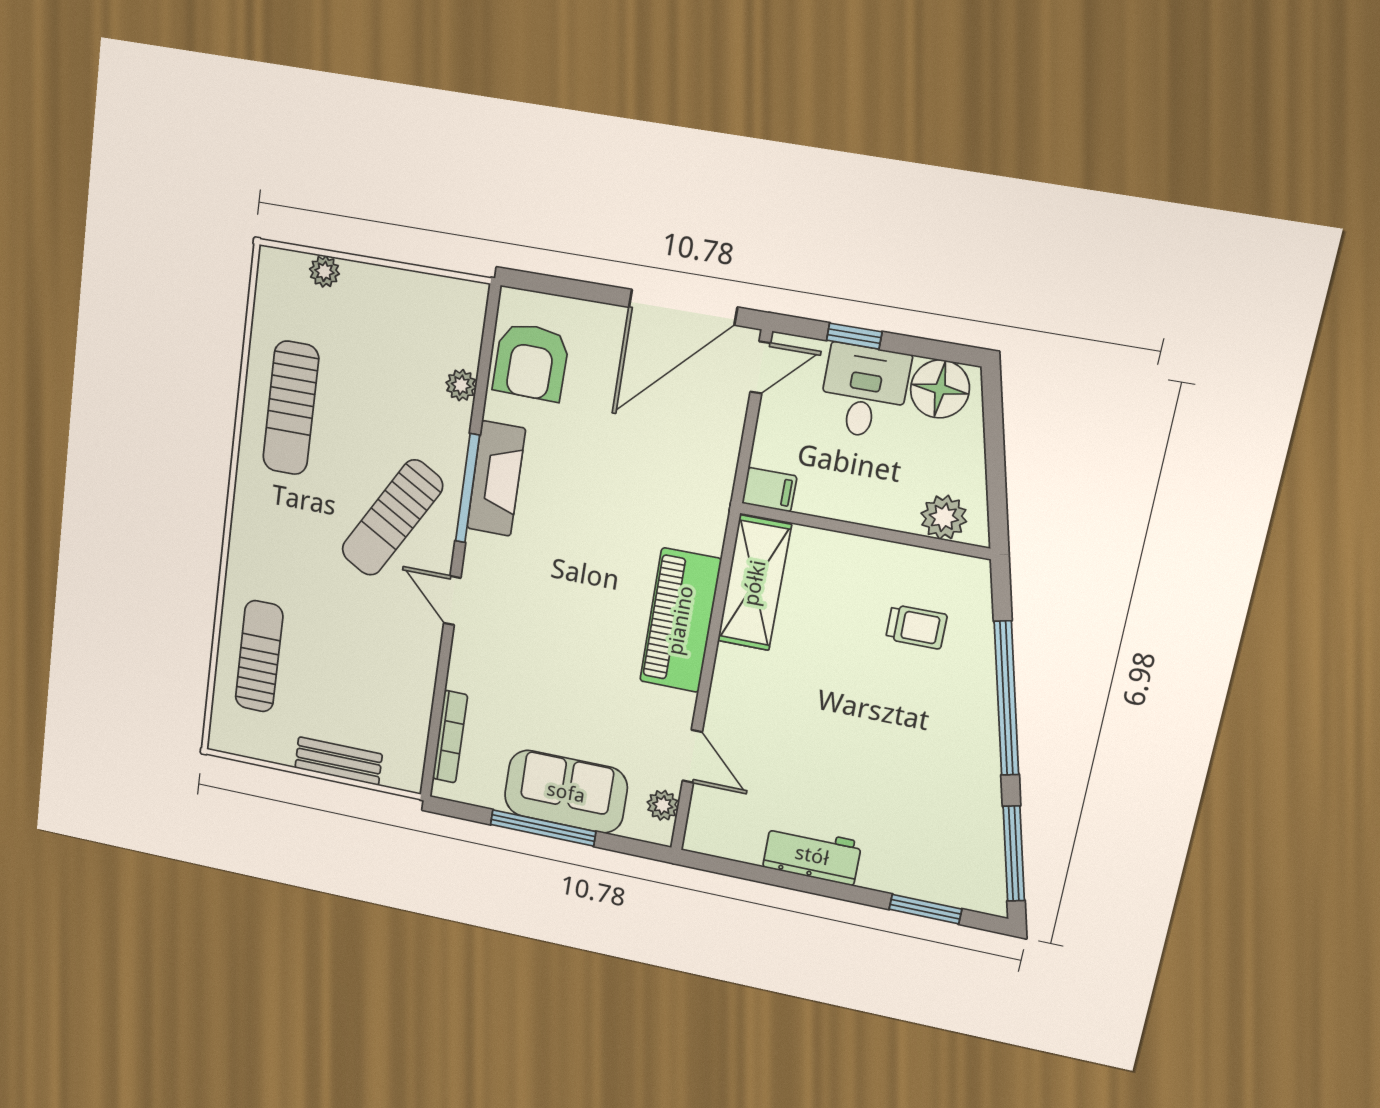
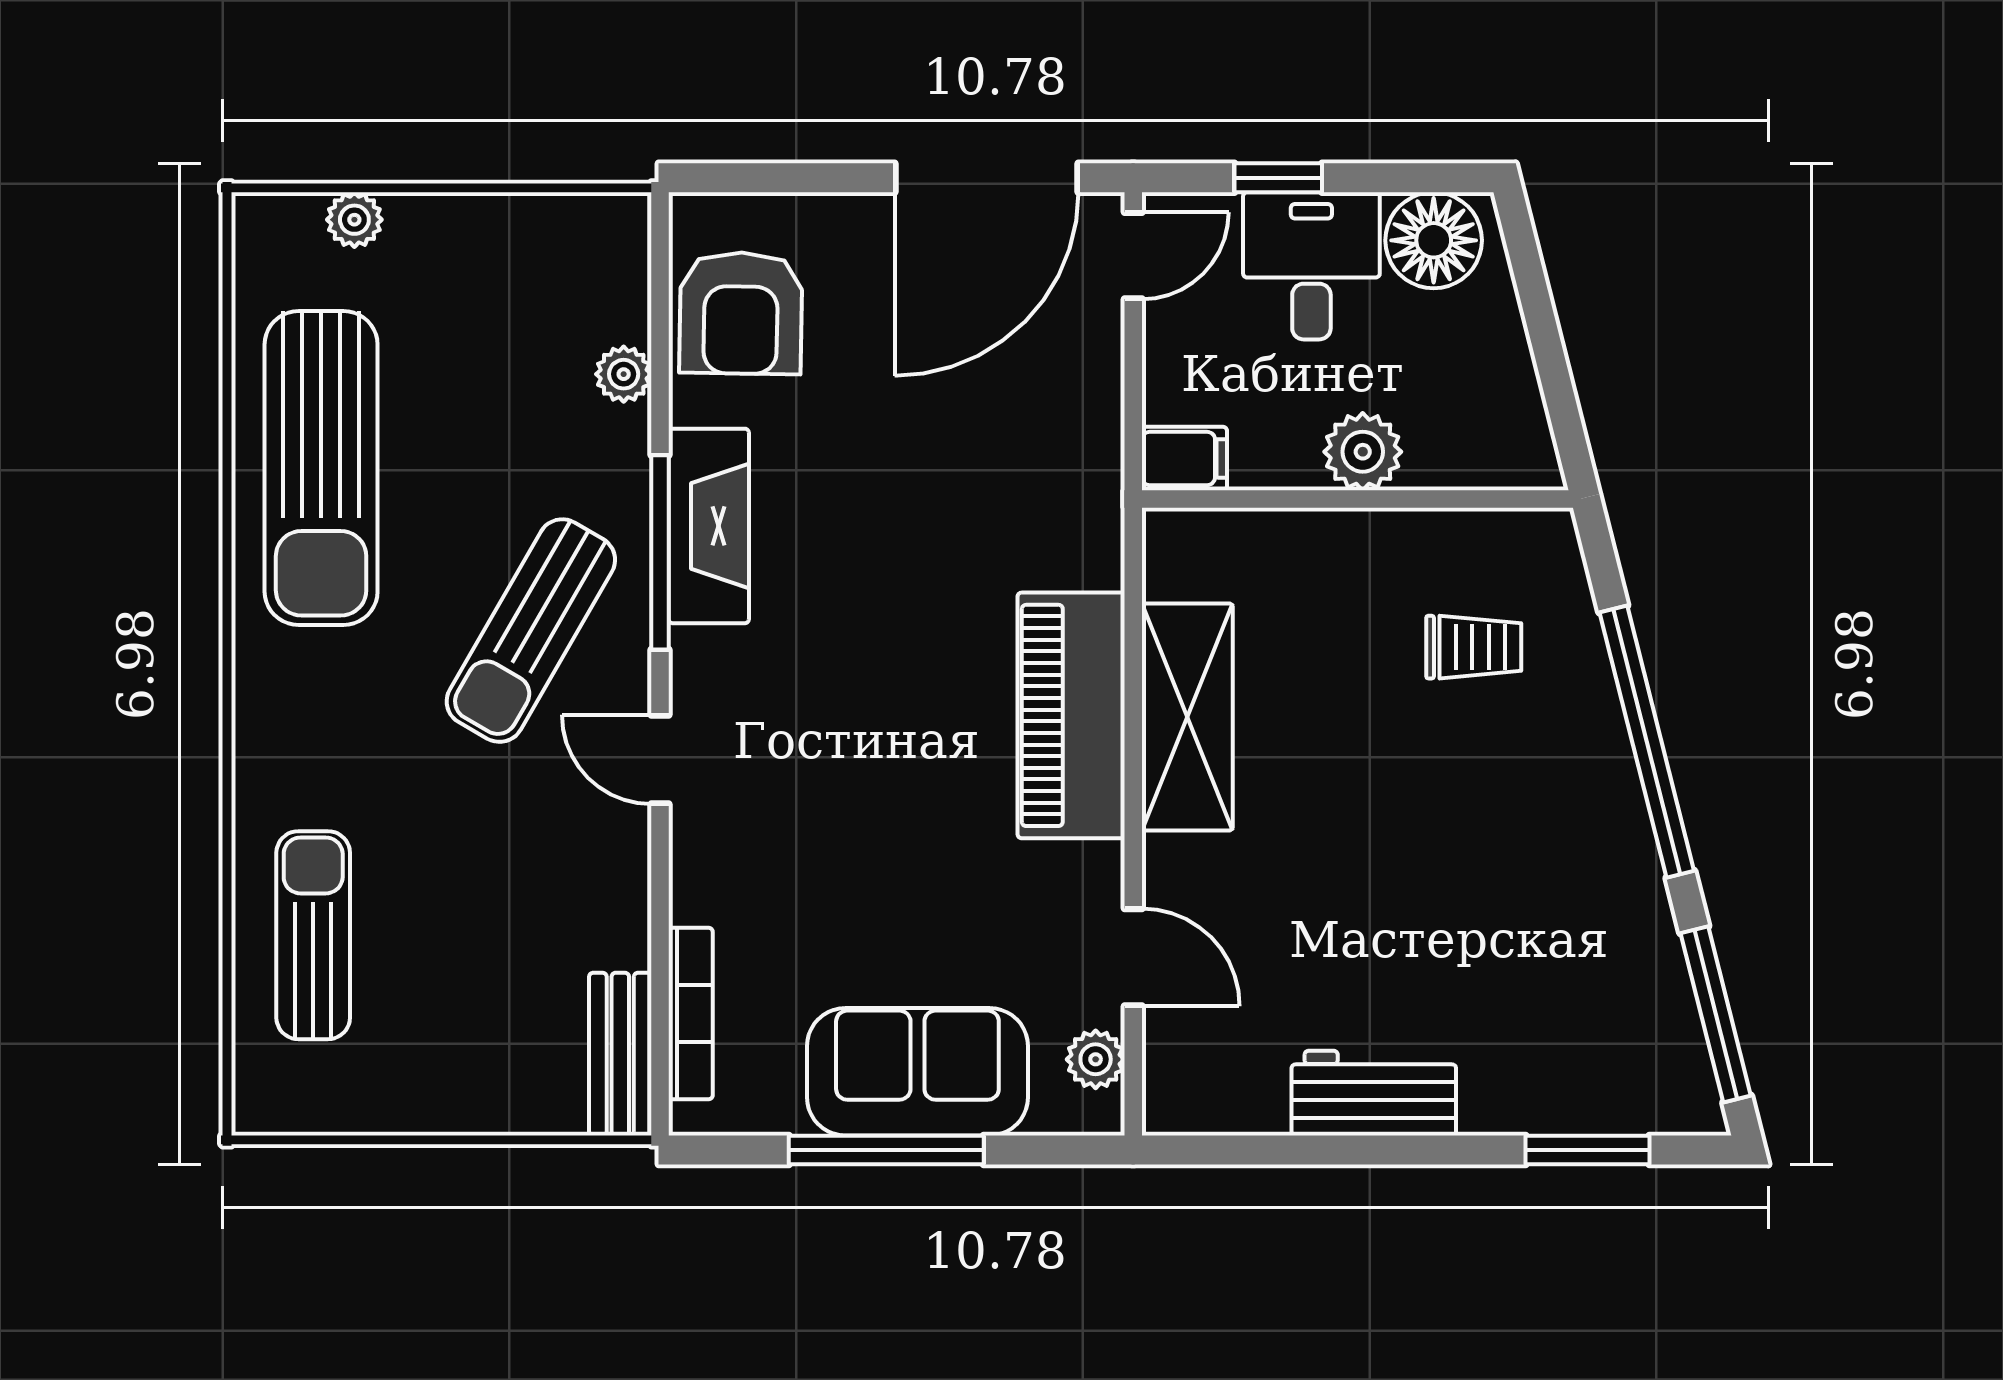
sun lounger: (291, 408) -> (321, 468), width x1.36, depth x1.34
plant: (944, 517) -> (1363, 452), moved
shelving: (754, 583) -> (1187, 717), moved
bench: (338, 761) -> (620, 1054), moved, turned 90

